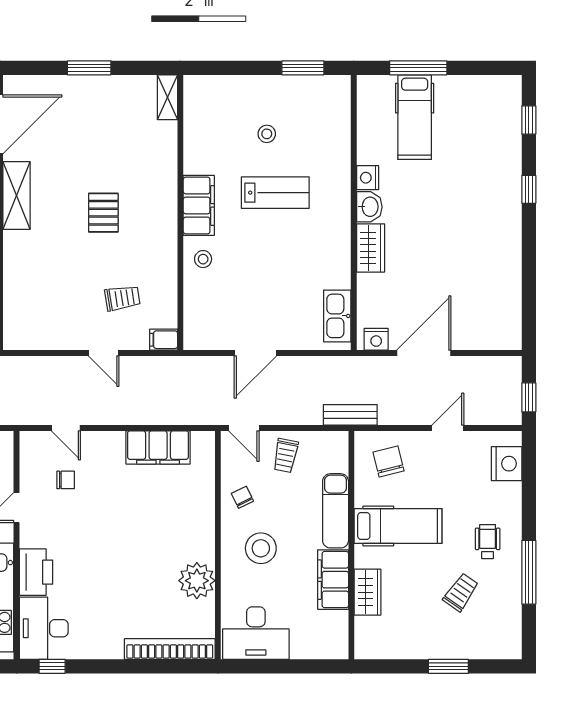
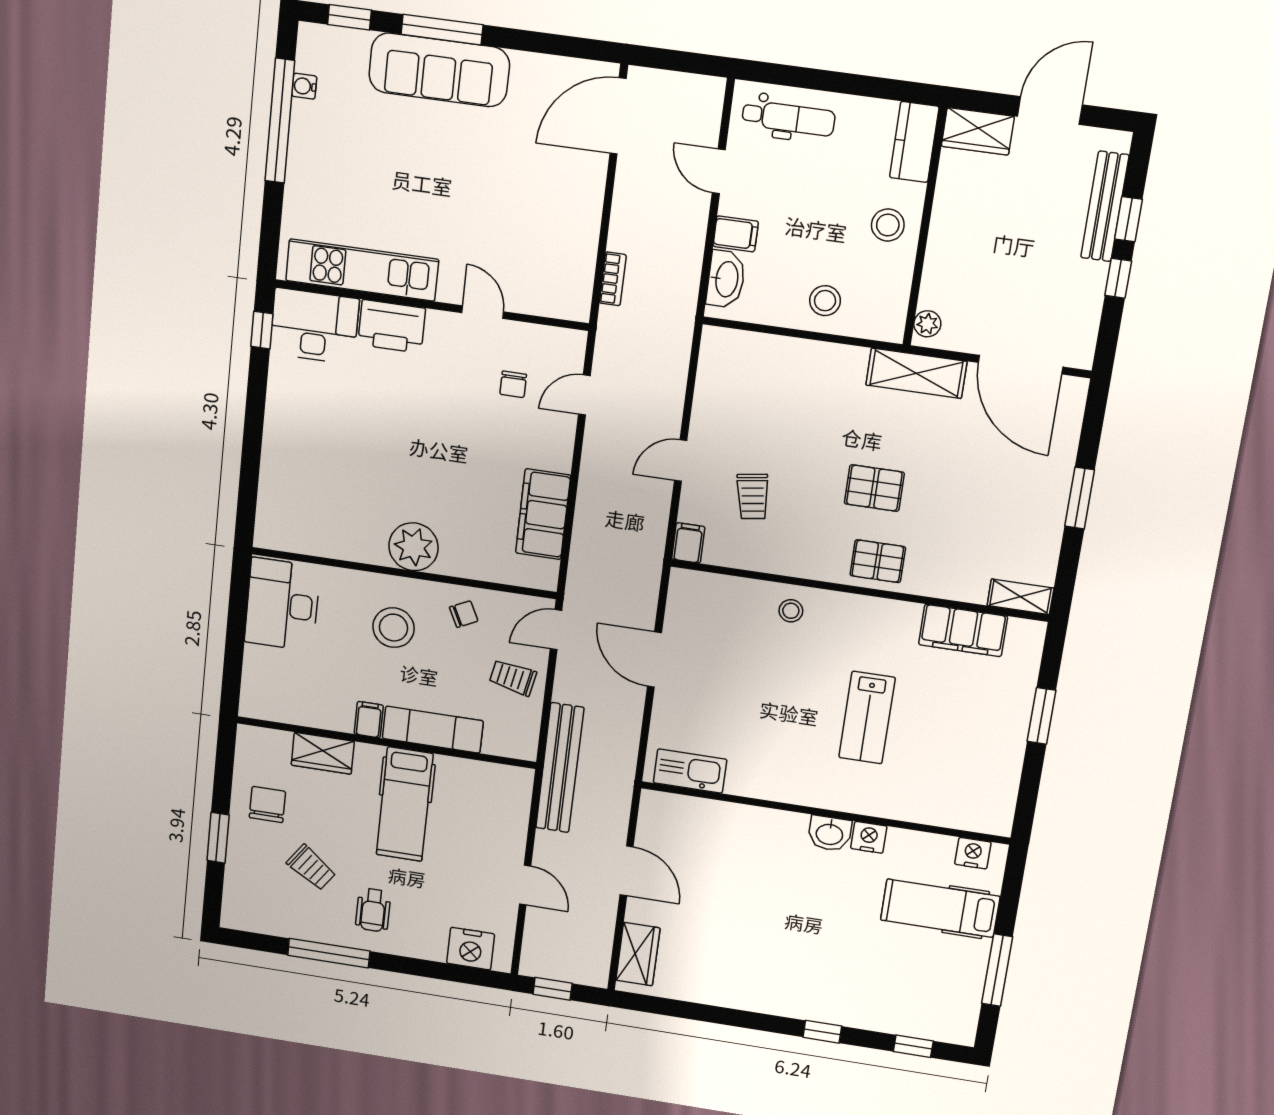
window: (303, 68) -> (1042, 716), moved
window: (418, 68) -> (997, 970), moved
stool: (267, 134) -> (949, 719), removed
pallet: (157, 202) -> (878, 561), added
filing cabinet: (199, 205) -> (963, 630), moved
wardrobe: (371, 248) -> (638, 954), moved, turned -90
nightstand: (376, 339) -> (973, 853), moved, turned 90
door: (424, 353) -> (627, 871), width x0.73
bench: (350, 415) -> (560, 768), width x1.86, depth x1.21
chair: (389, 461) -> (267, 805), moved, turned -76
wheelchair: (488, 542) -> (373, 910), turned 90
filing cabinet: (333, 580) -> (369, 720), width x0.33, depth x0.86
plant: (197, 581) -> (414, 547), moved
bookcase: (170, 649) -> (271, 490), removed

